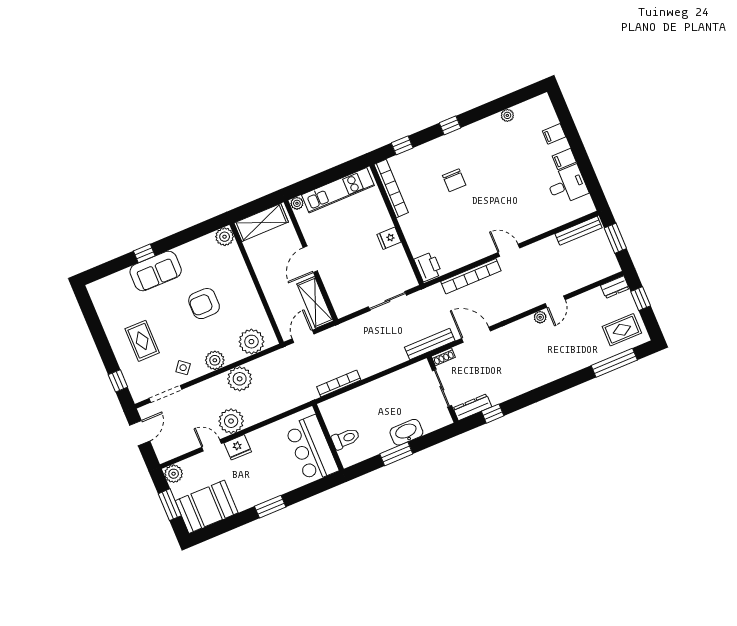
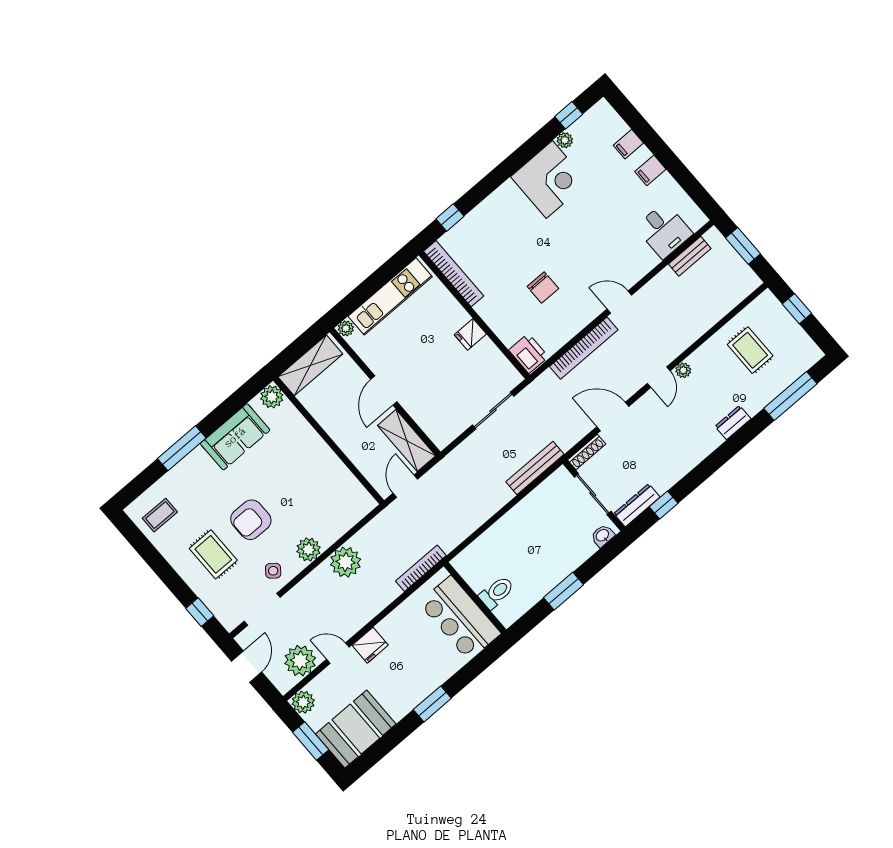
window: (450, 125) -> (569, 115), moved
corner desk: (486, 141) -> (549, 179), added
chair: (454, 180) -> (543, 287), moved
desk: (567, 185) -> (664, 230), moved, turned 90
bench: (578, 231) -> (690, 256), width x0.73
window: (144, 253) -> (182, 448), width x2.17
sofa: (156, 271) -> (235, 437), moved
dresser: (615, 287) -> (733, 423), moved, turned 180
coffee table: (112, 298) -> (160, 515), added
door: (555, 302) -> (659, 377), moved
armchair: (204, 304) -> (251, 520), moved
rug: (622, 330) -> (750, 350), moved, turned 90
plant: (251, 342) -> (345, 513), removed
bench: (430, 344) -> (535, 468), moved
shoe rack: (443, 357) -> (587, 452), width x1.43
bookcase: (339, 383) -> (421, 568), moved
plant: (231, 421) -> (300, 661), moved
washbasin: (406, 432) -> (603, 536), moved, width x0.52, depth x0.69

